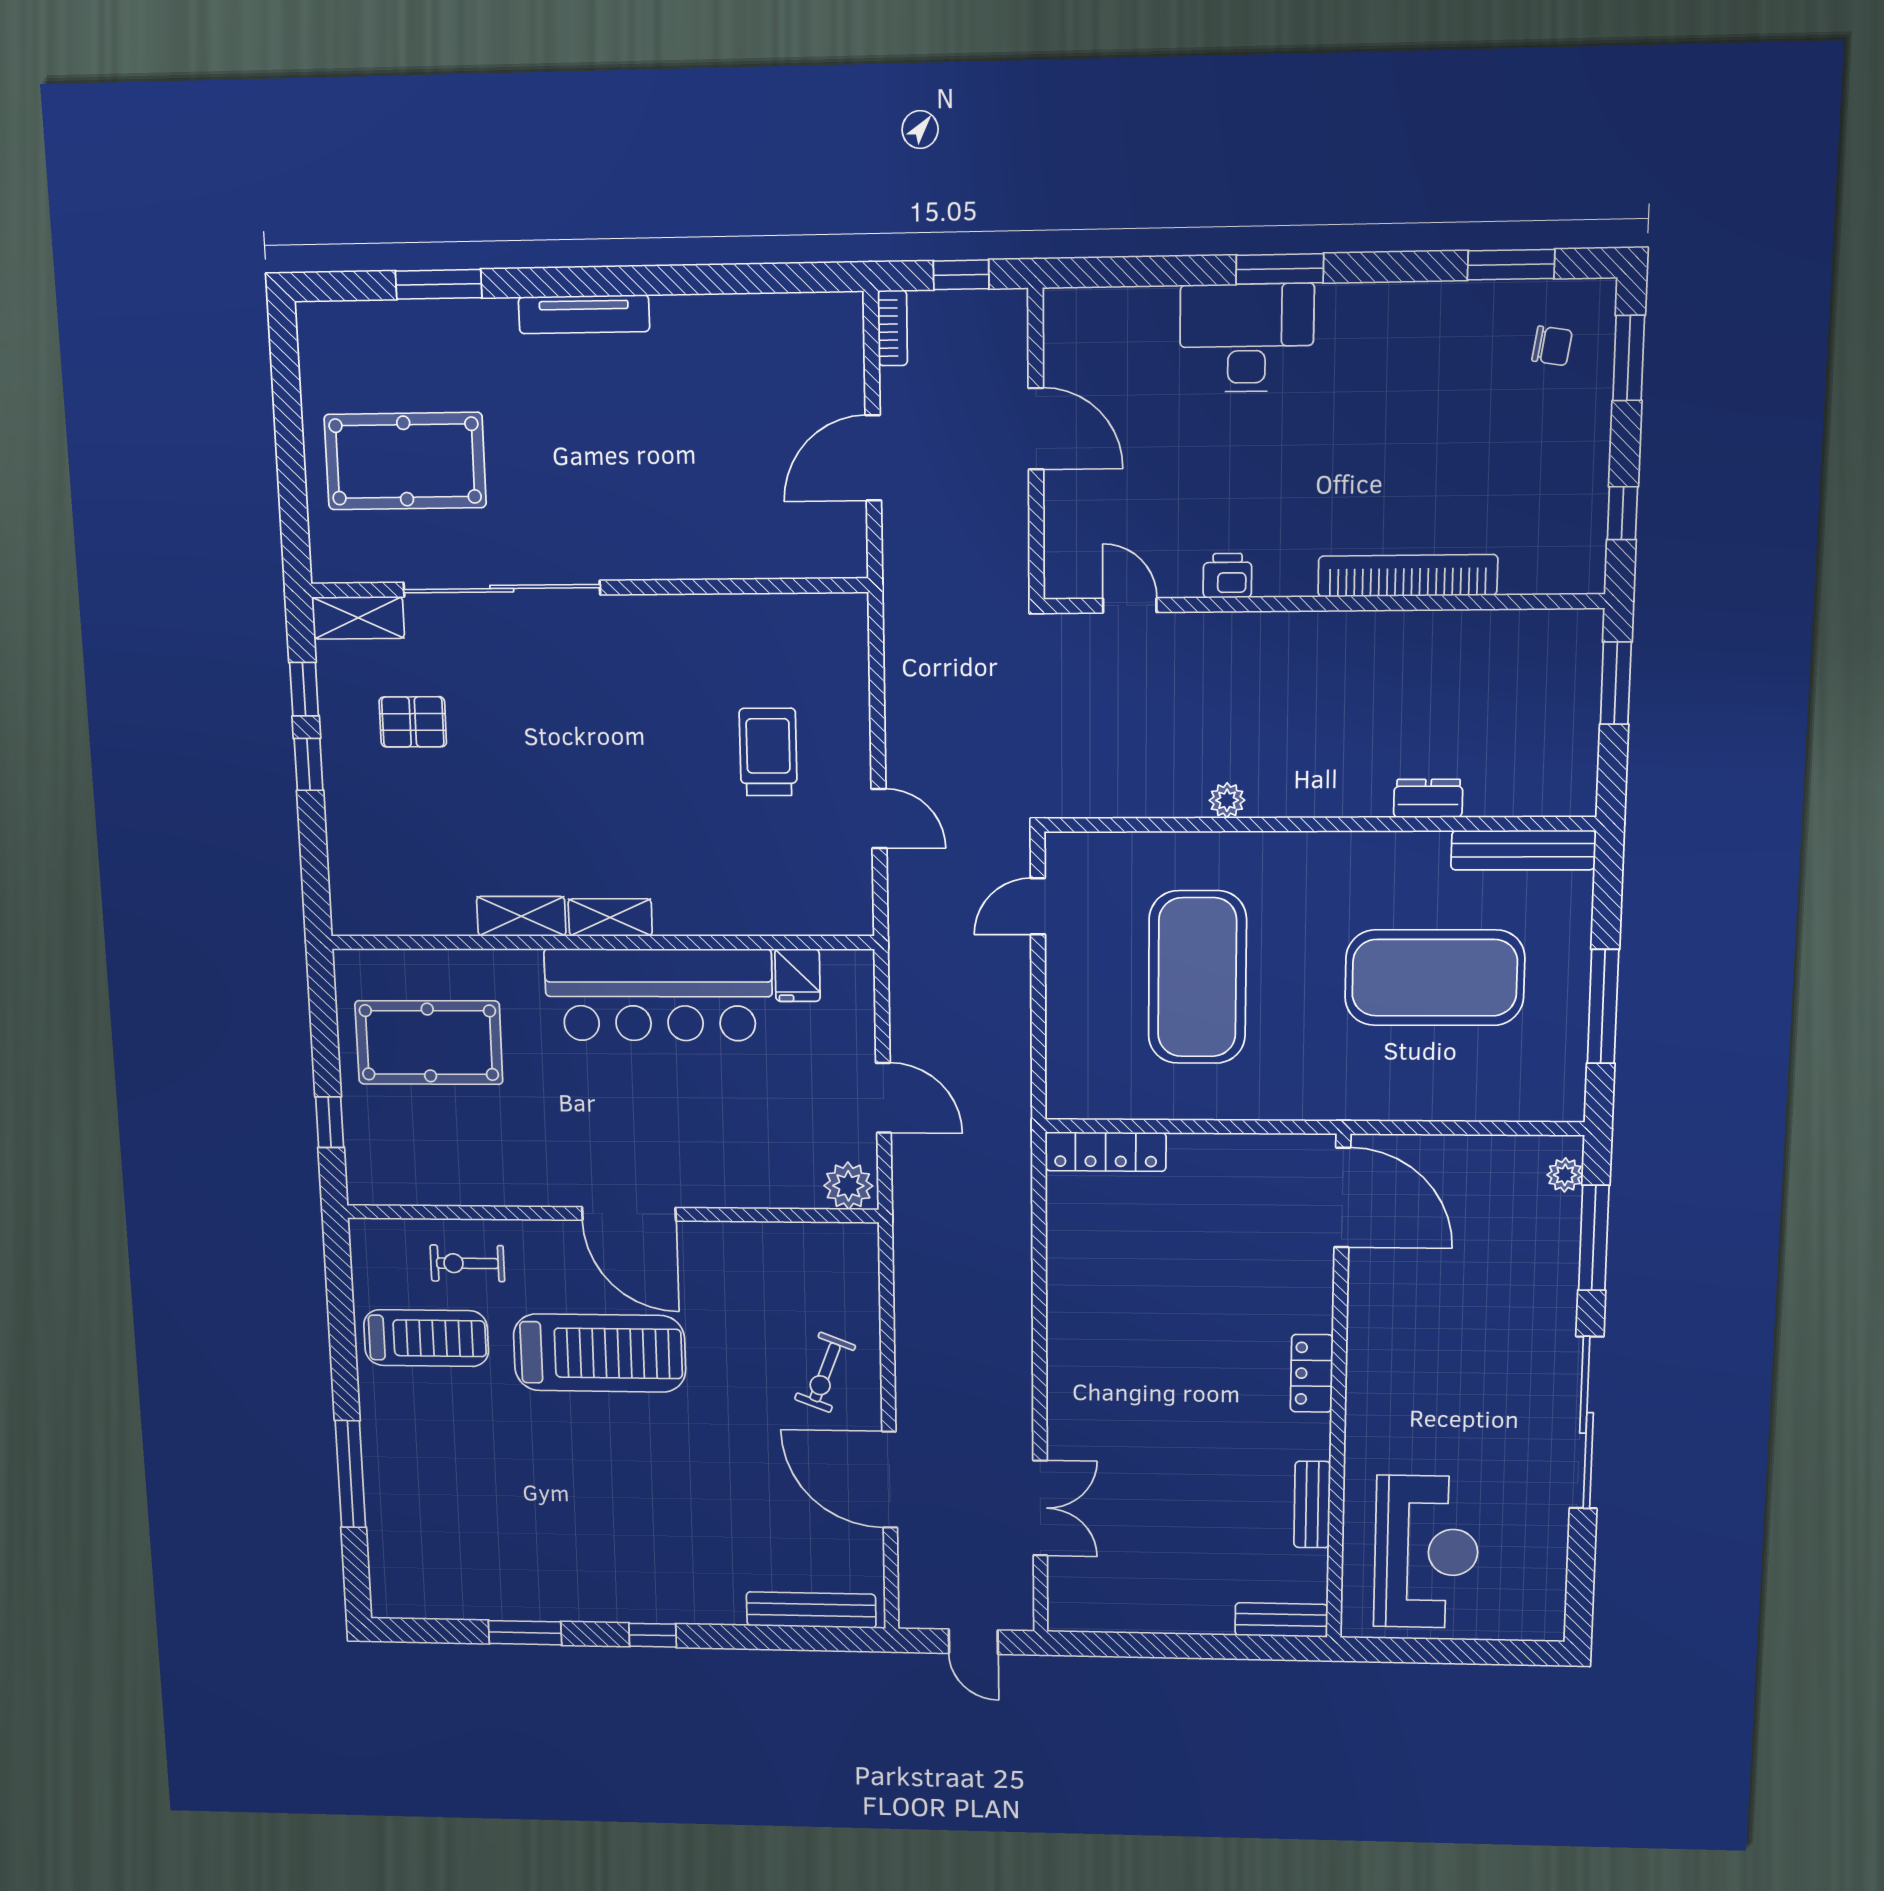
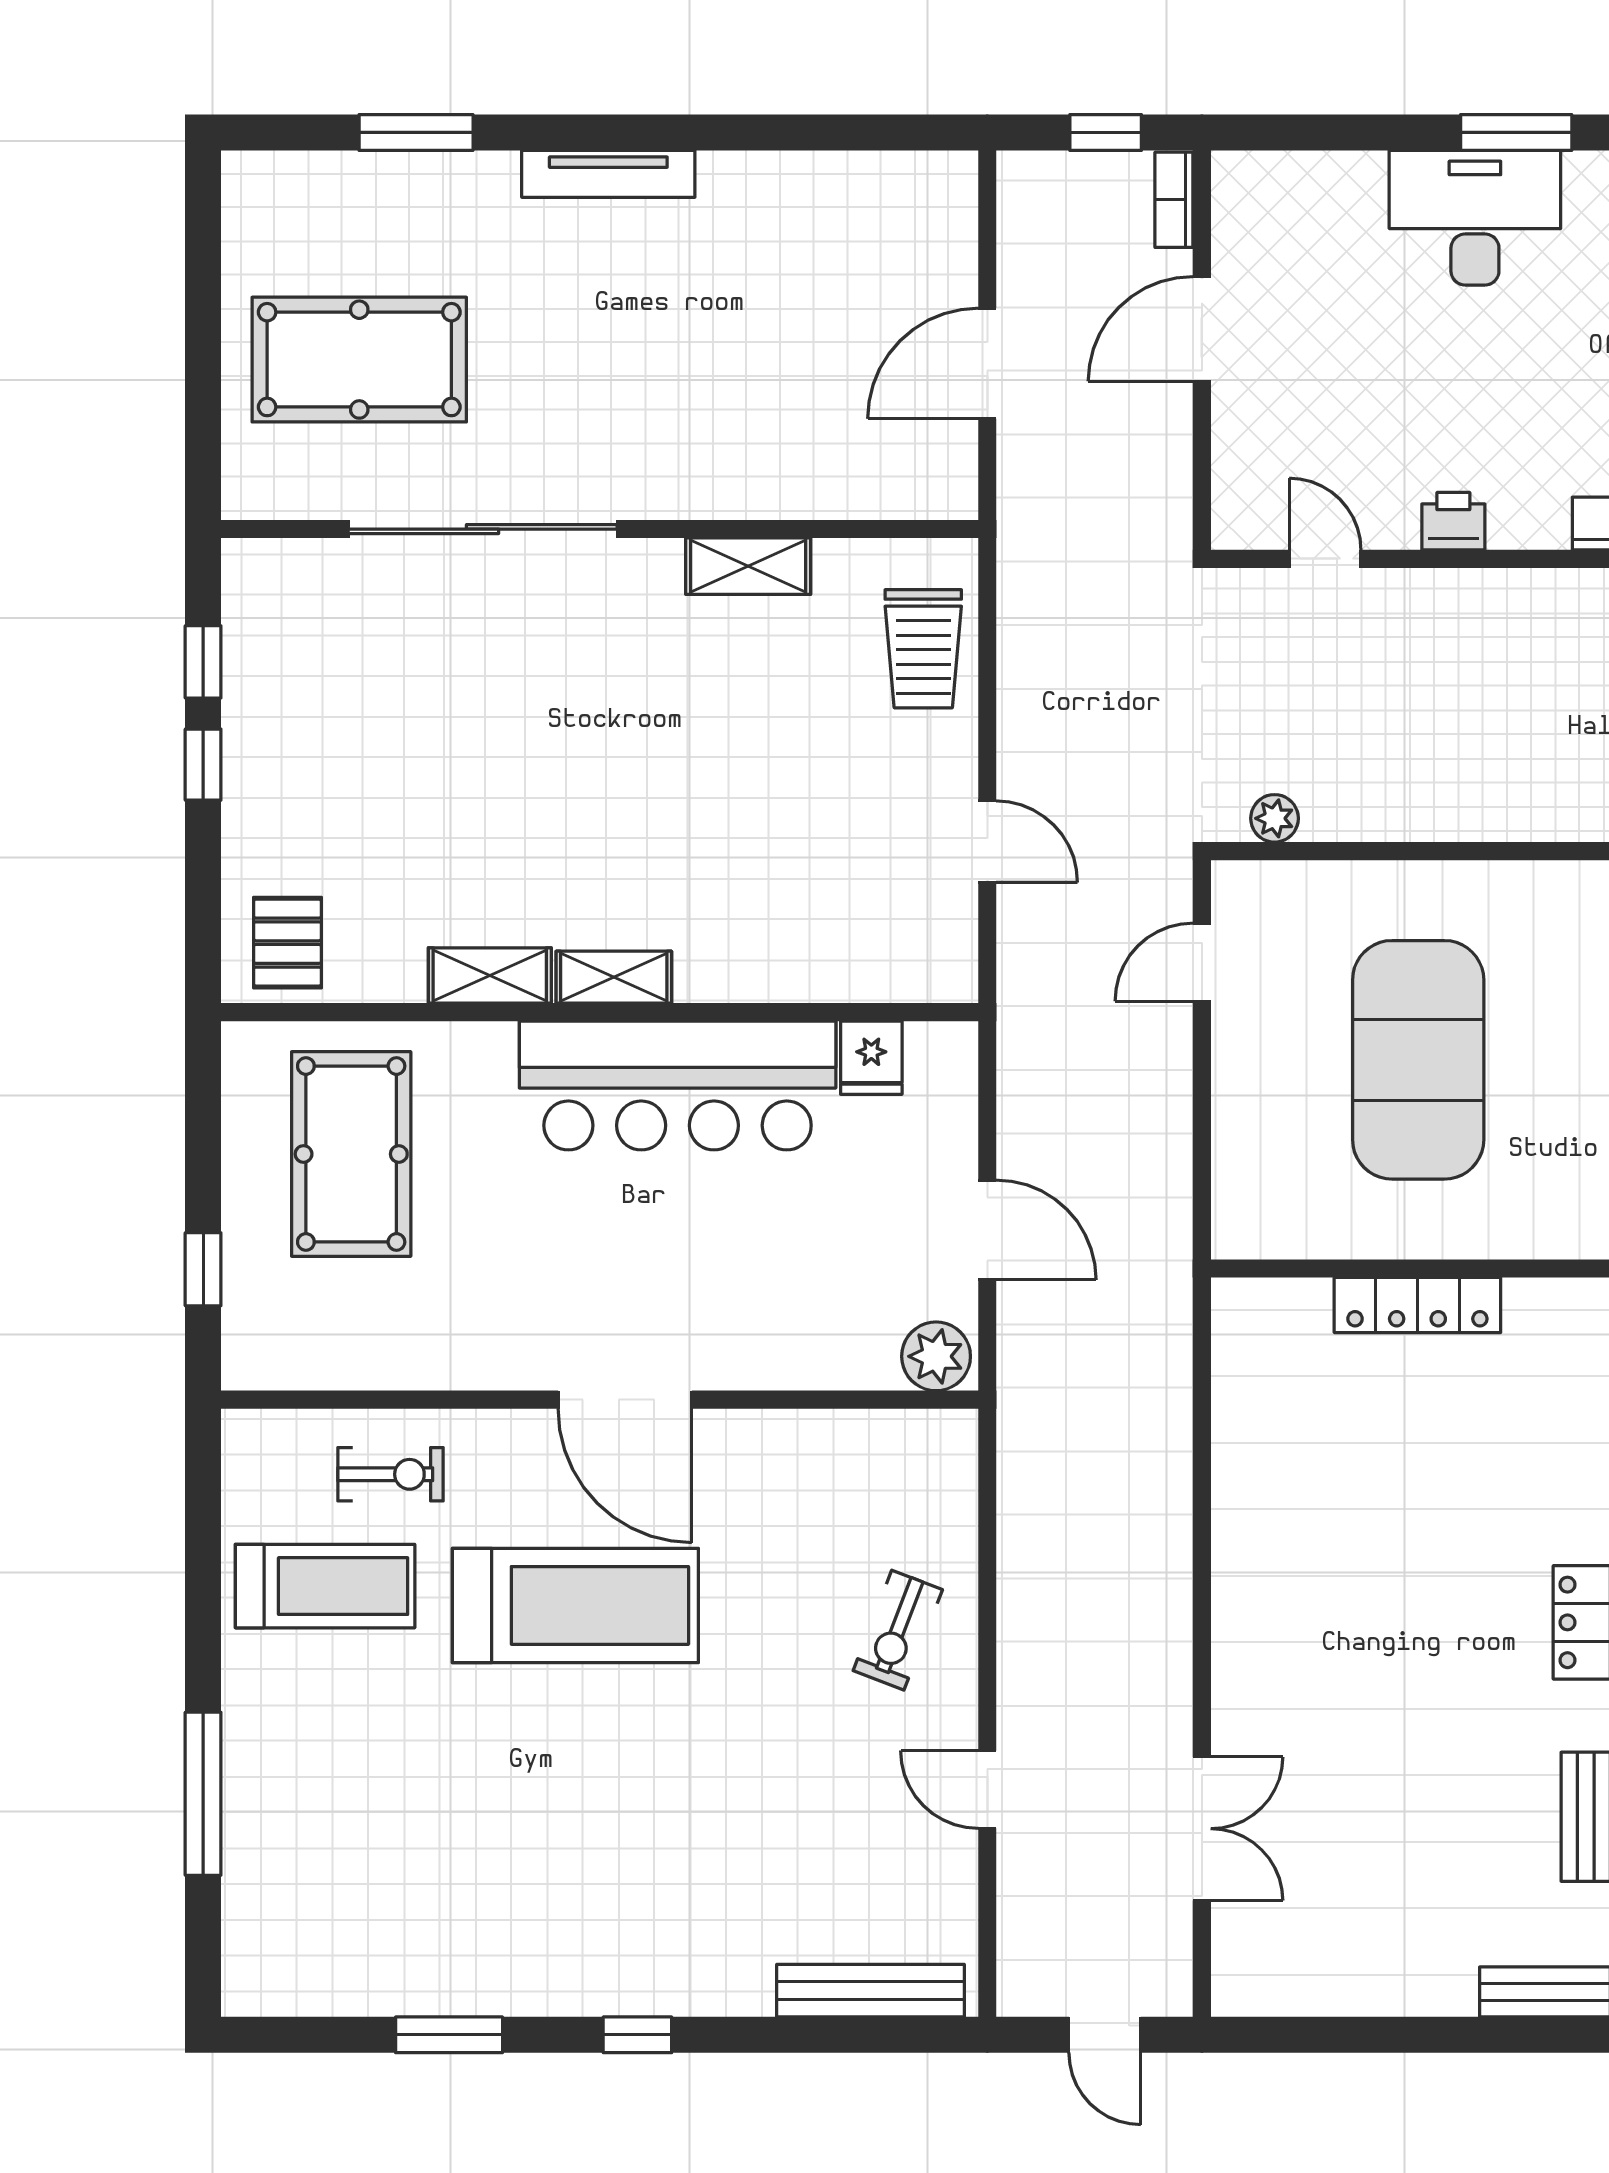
bookcase: (893, 328) -> (1174, 200), moved, turned 180
door: (1036, 429) -> (1202, 329), swing flipped
shelving: (358, 618) -> (748, 566), moved
pallet: (413, 722) -> (287, 943), moved, turned 90
trolley: (768, 752) -> (923, 649), moved, turned 180
plant: (1227, 800) -> (1275, 818), moved
pool table: (429, 1043) -> (351, 1154), turned 90
locker: (1106, 1152) -> (1417, 1305), moved
exercise bike: (467, 1263) -> (390, 1474), turned 180
door: (890, 1480) -> (987, 1790), width x0.53

